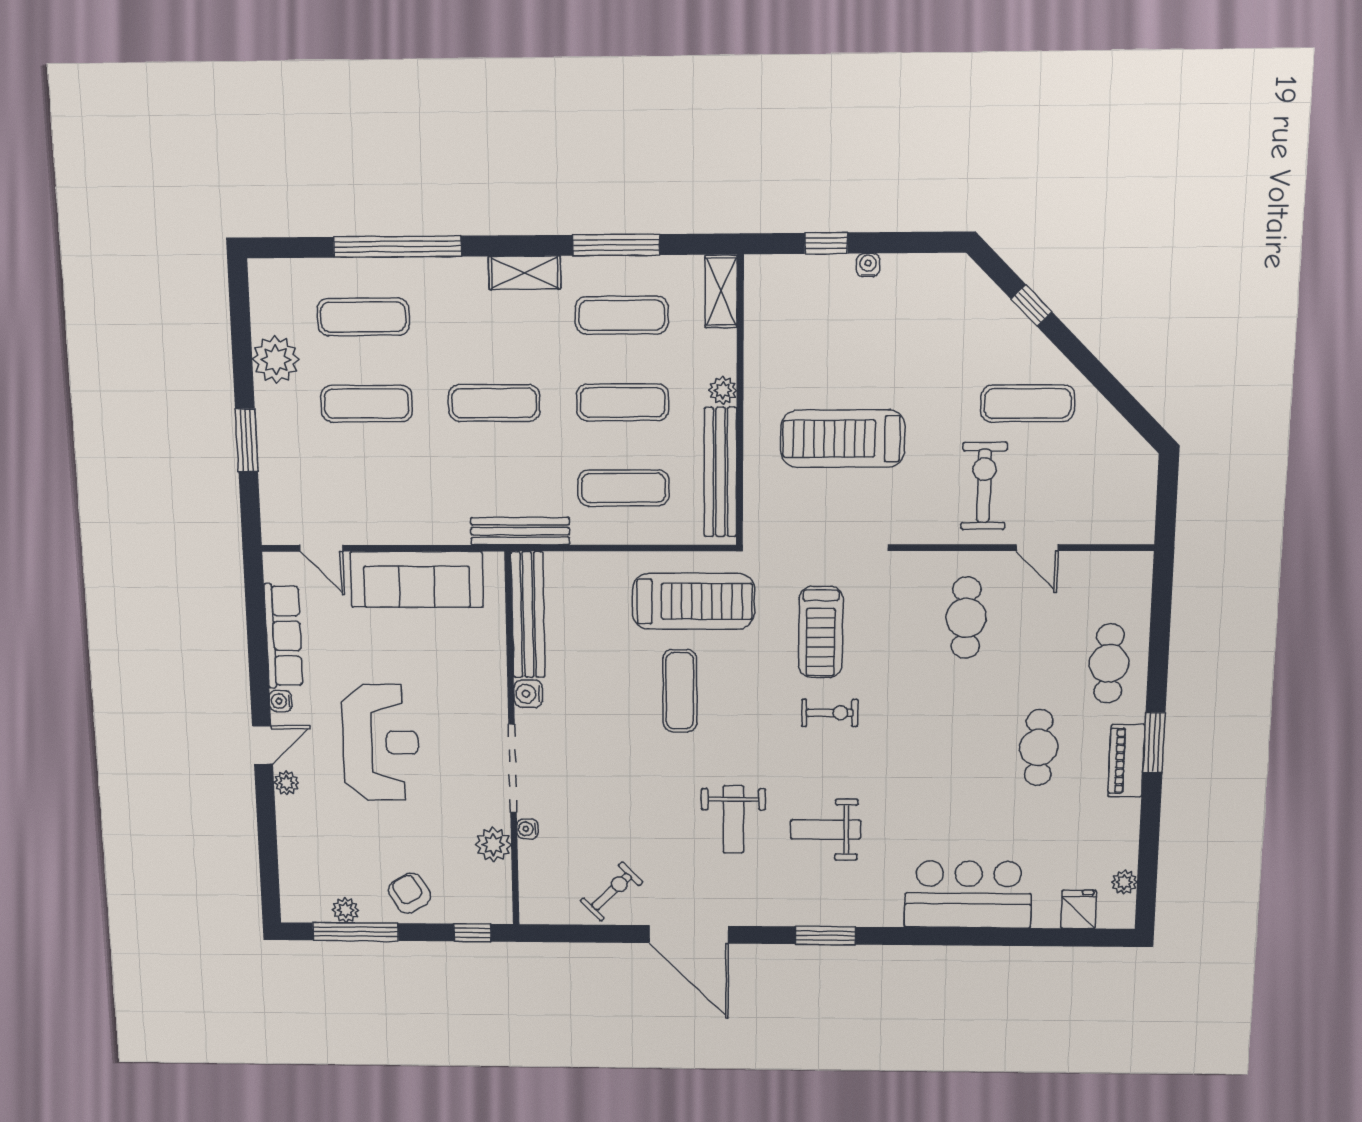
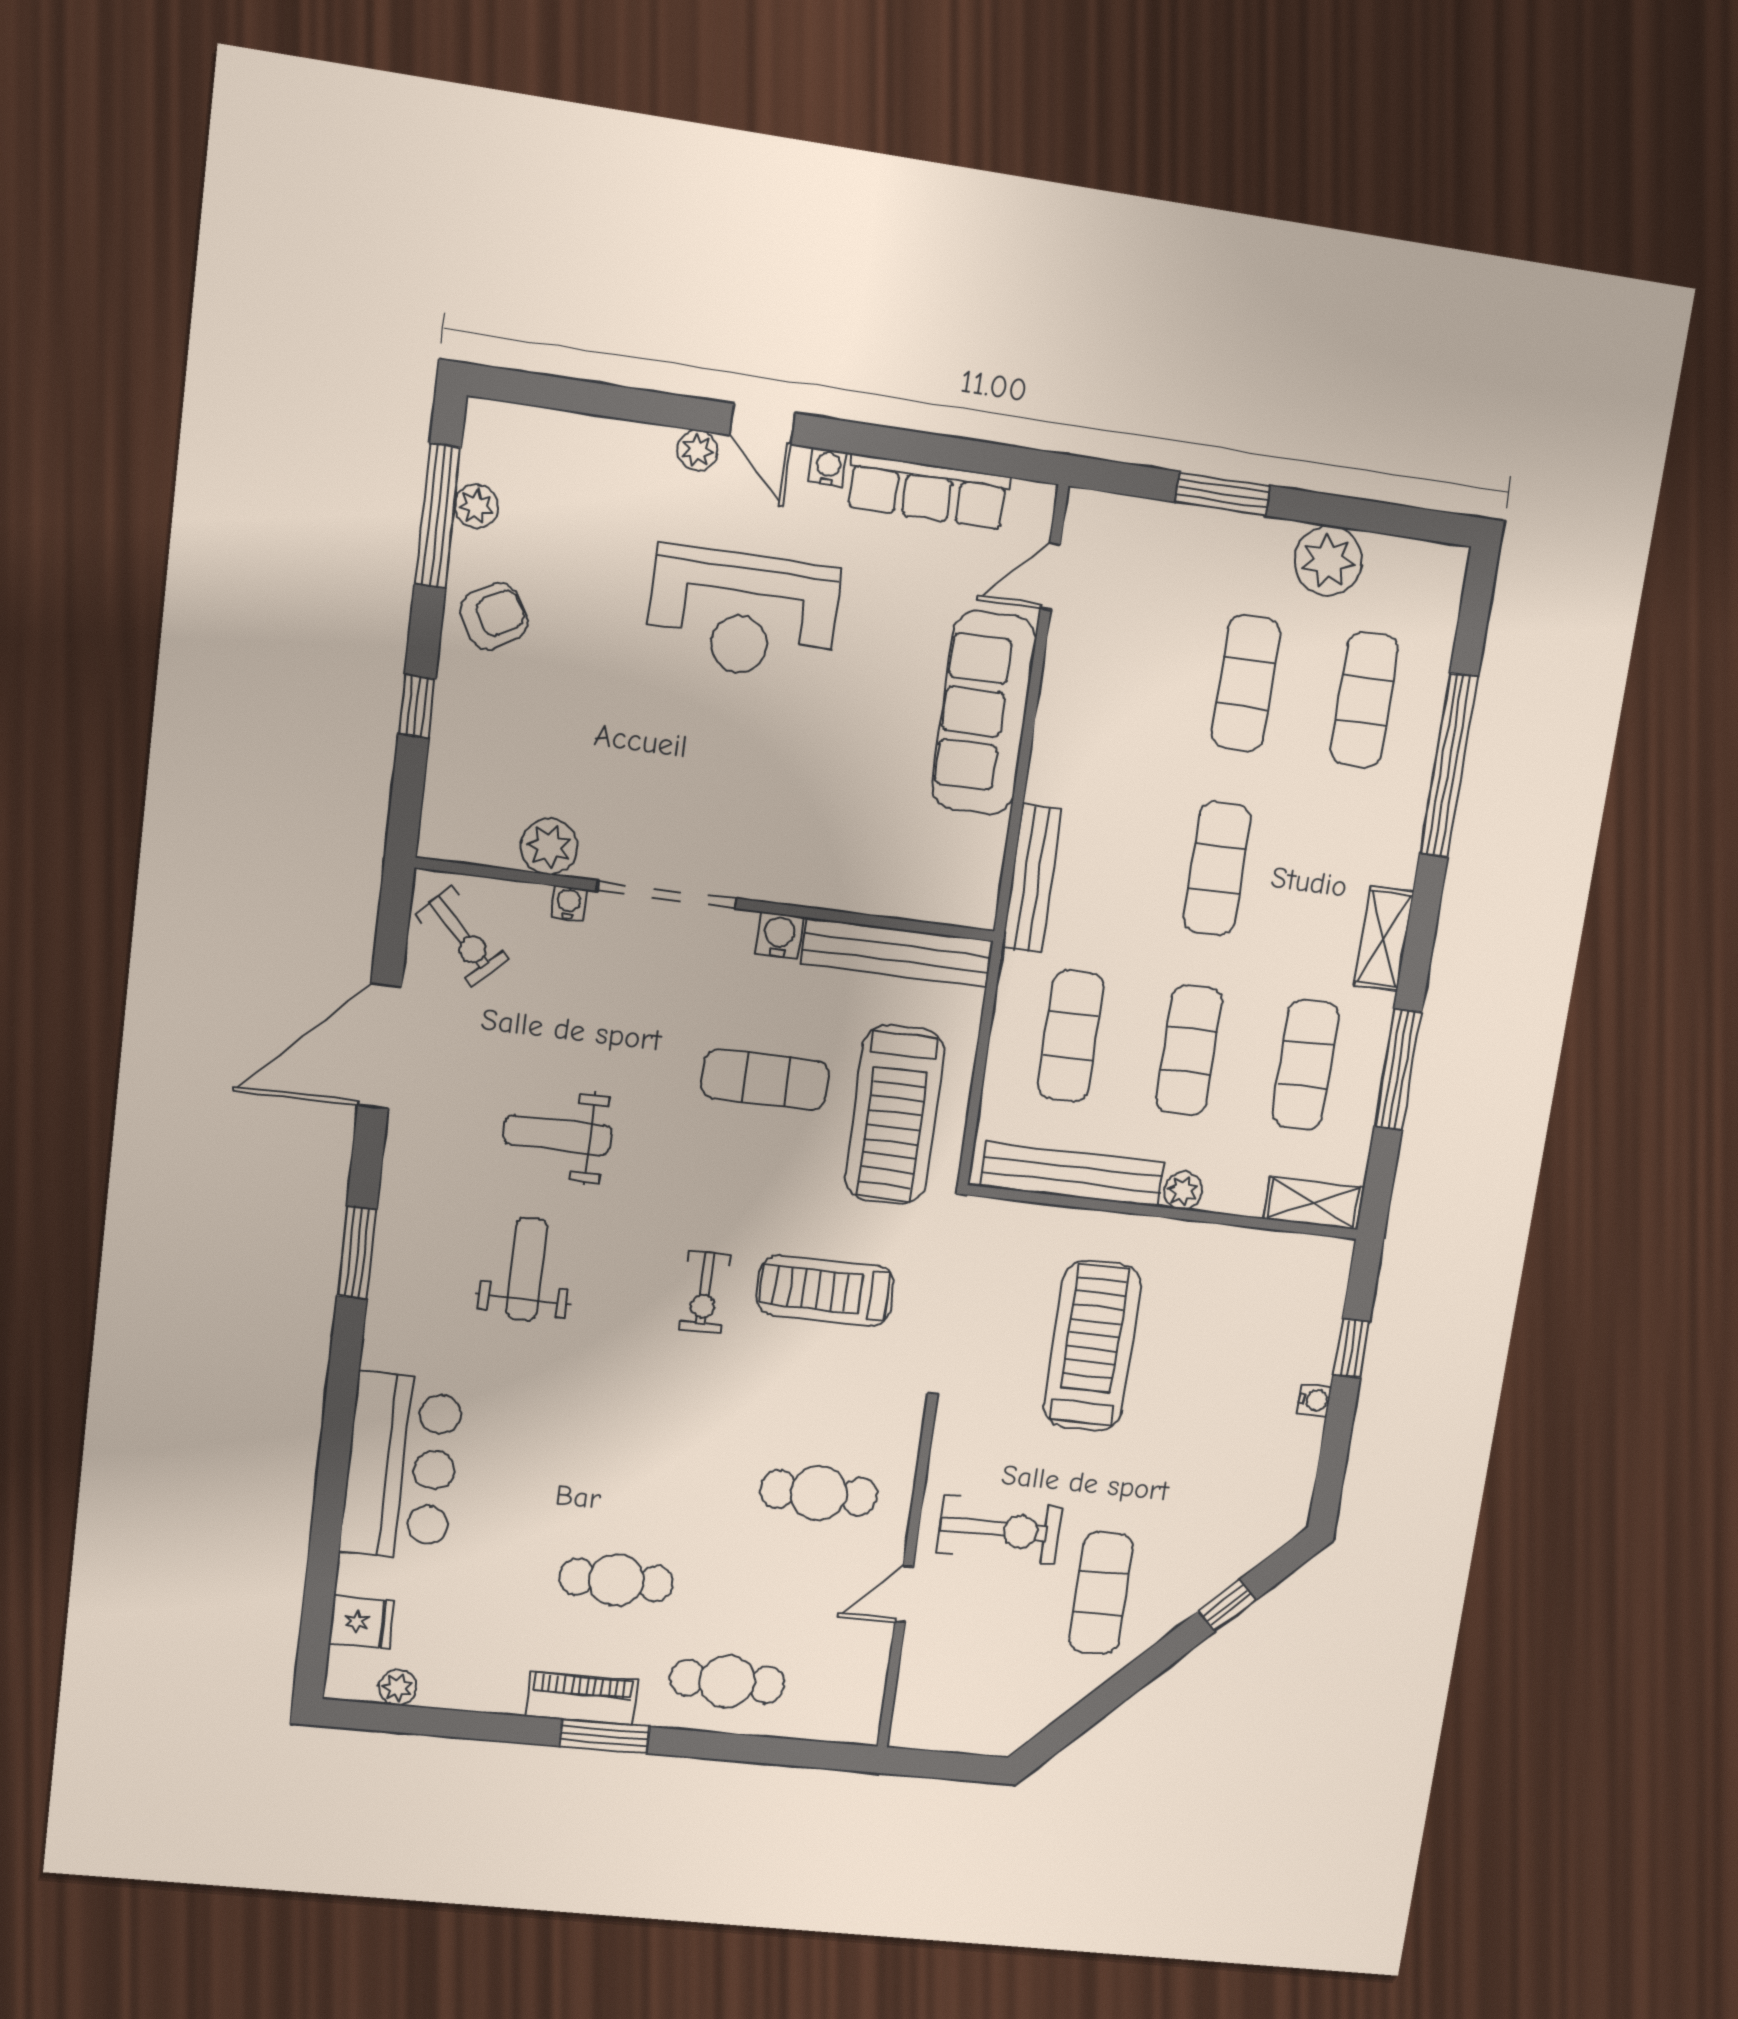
bench: (528, 615) -> (897, 952), moved
water cooler: (528, 694) -> (779, 935), moved
wall: (512, 742) -> (709, 900), moved
doorway: (513, 769) -> (667, 895), moved
water cooler: (527, 829) -> (569, 903), moved
plant: (493, 845) -> (549, 847), moved

